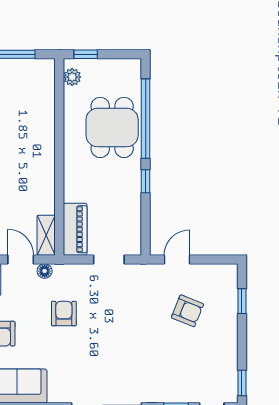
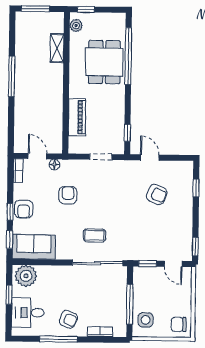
window: (146, 181) -> (127, 133), moved
piano: (75, 229) -> (77, 117), moved
shelving: (46, 235) -> (57, 48), moved
door: (177, 260) -> (150, 157), hinge flipped
coffee table: (101, 369) -> (94, 235), added

